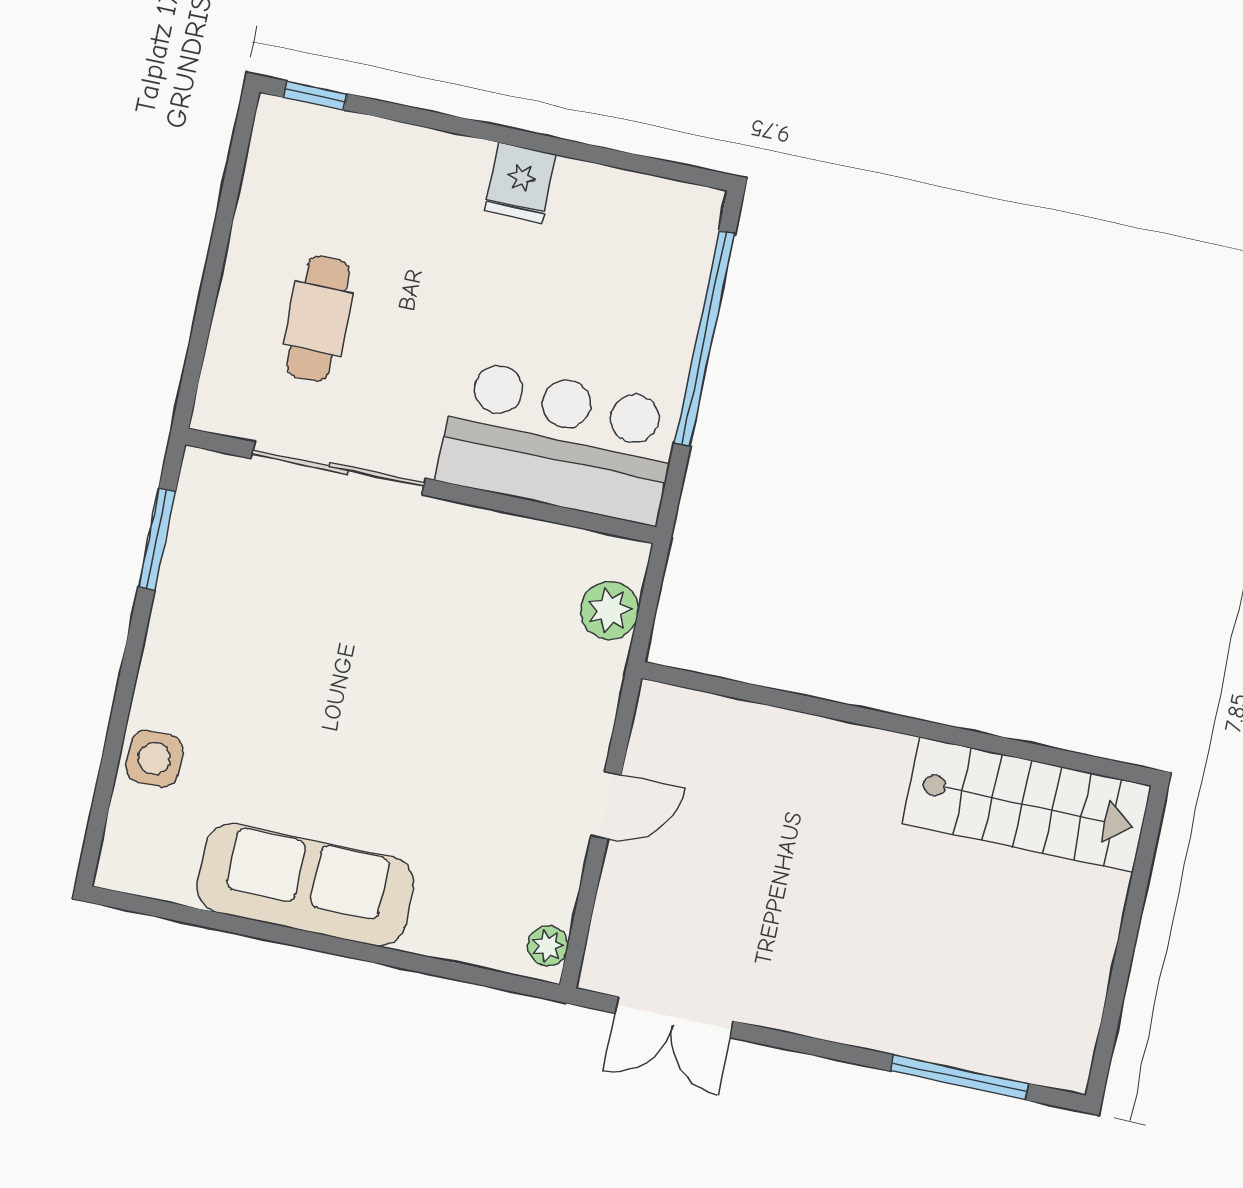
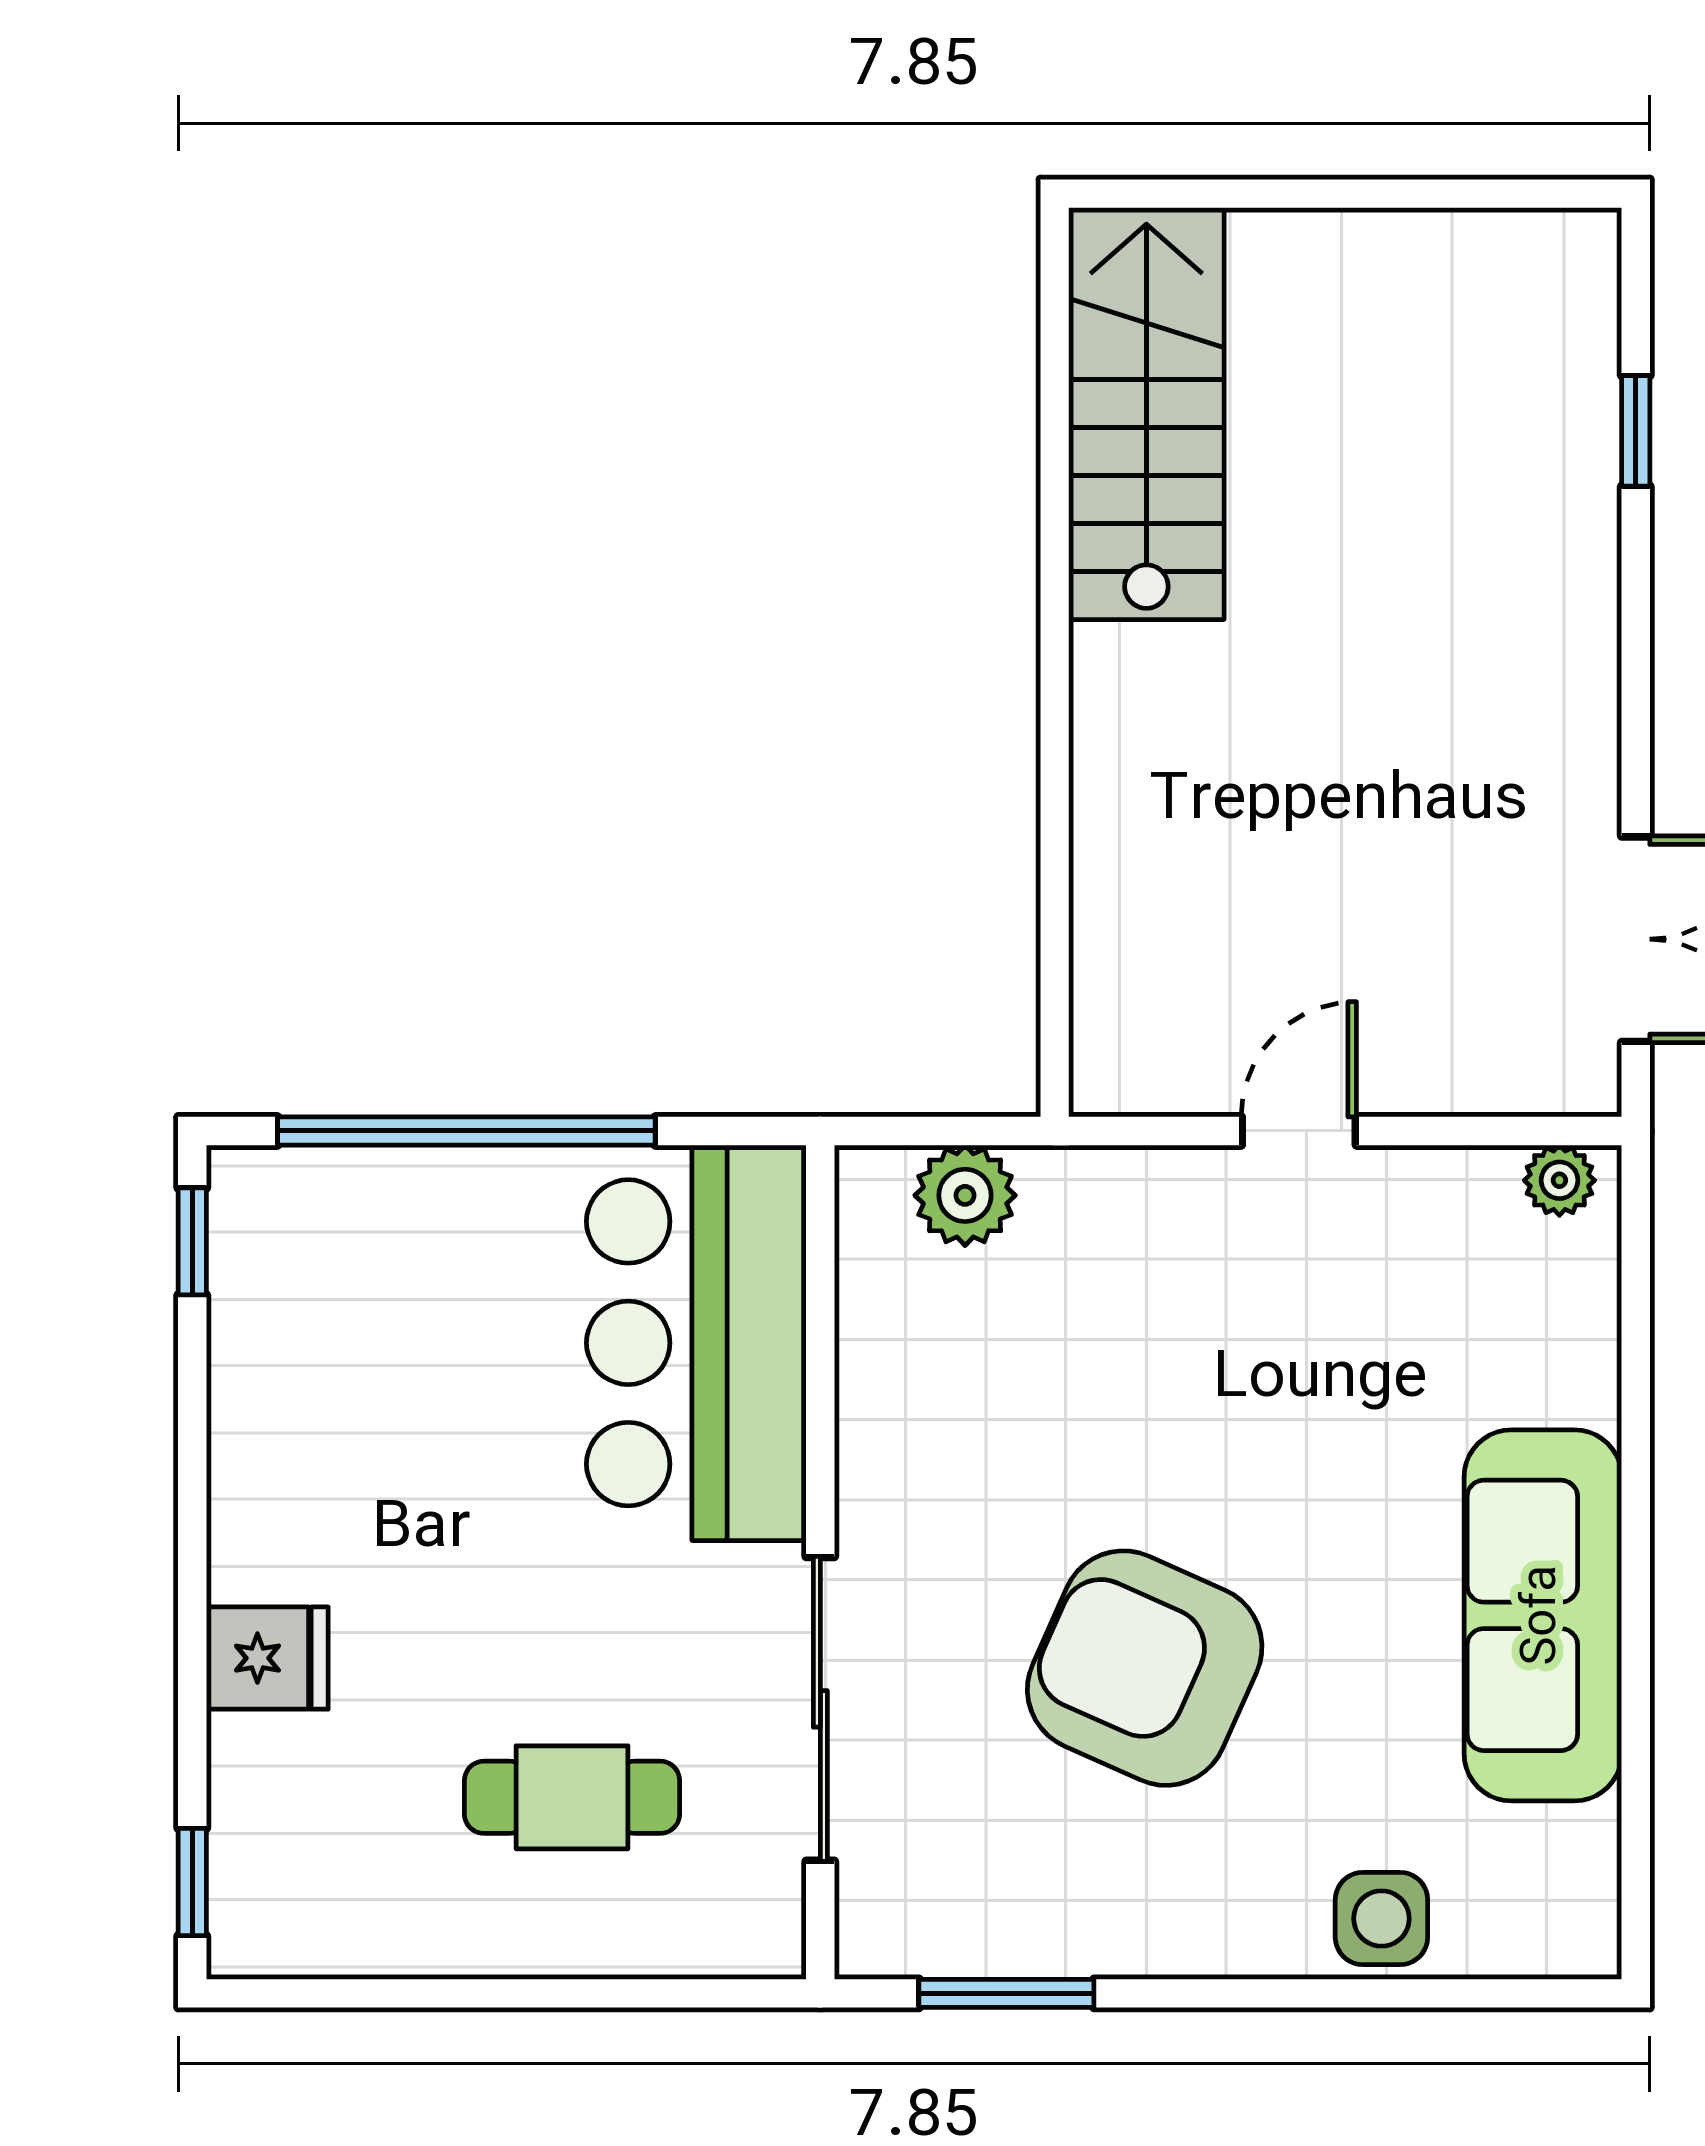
window: (675, 171) -> (192, 1241), added
fridge: (520, 183) -> (267, 1658), moved
armchair: (323, 655) -> (1145, 1668), added
door: (606, 805) -> (1299, 1131), hinge flipped
window: (959, 1077) -> (1636, 431), width x0.46

